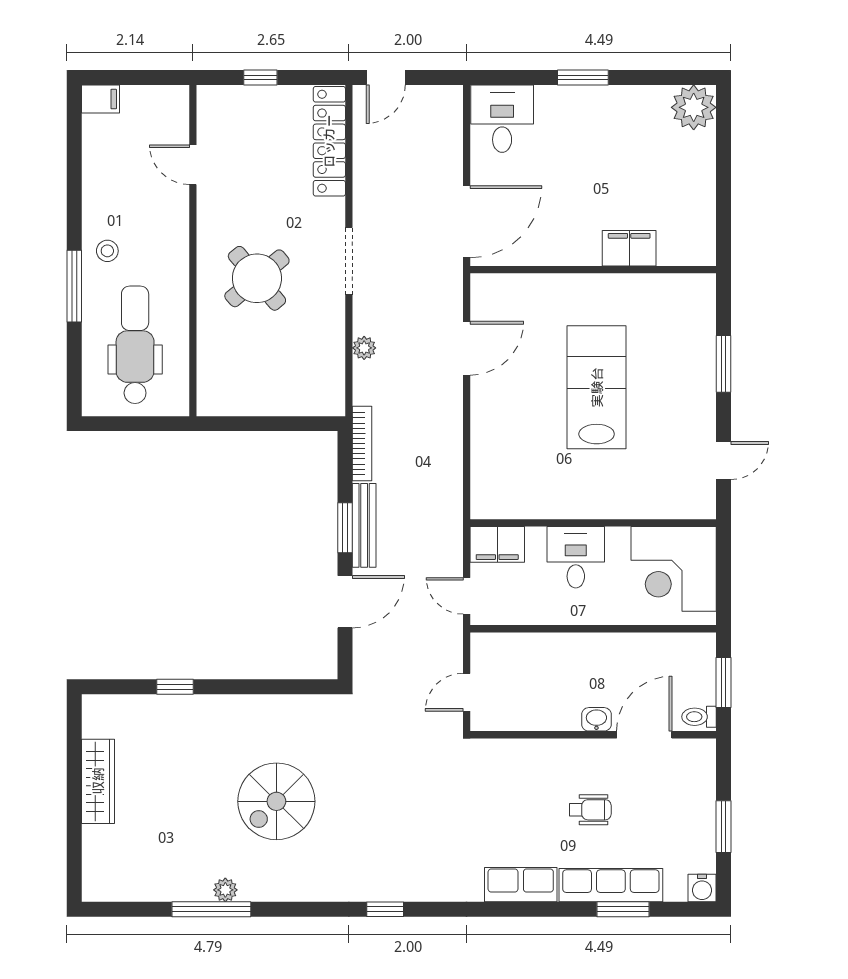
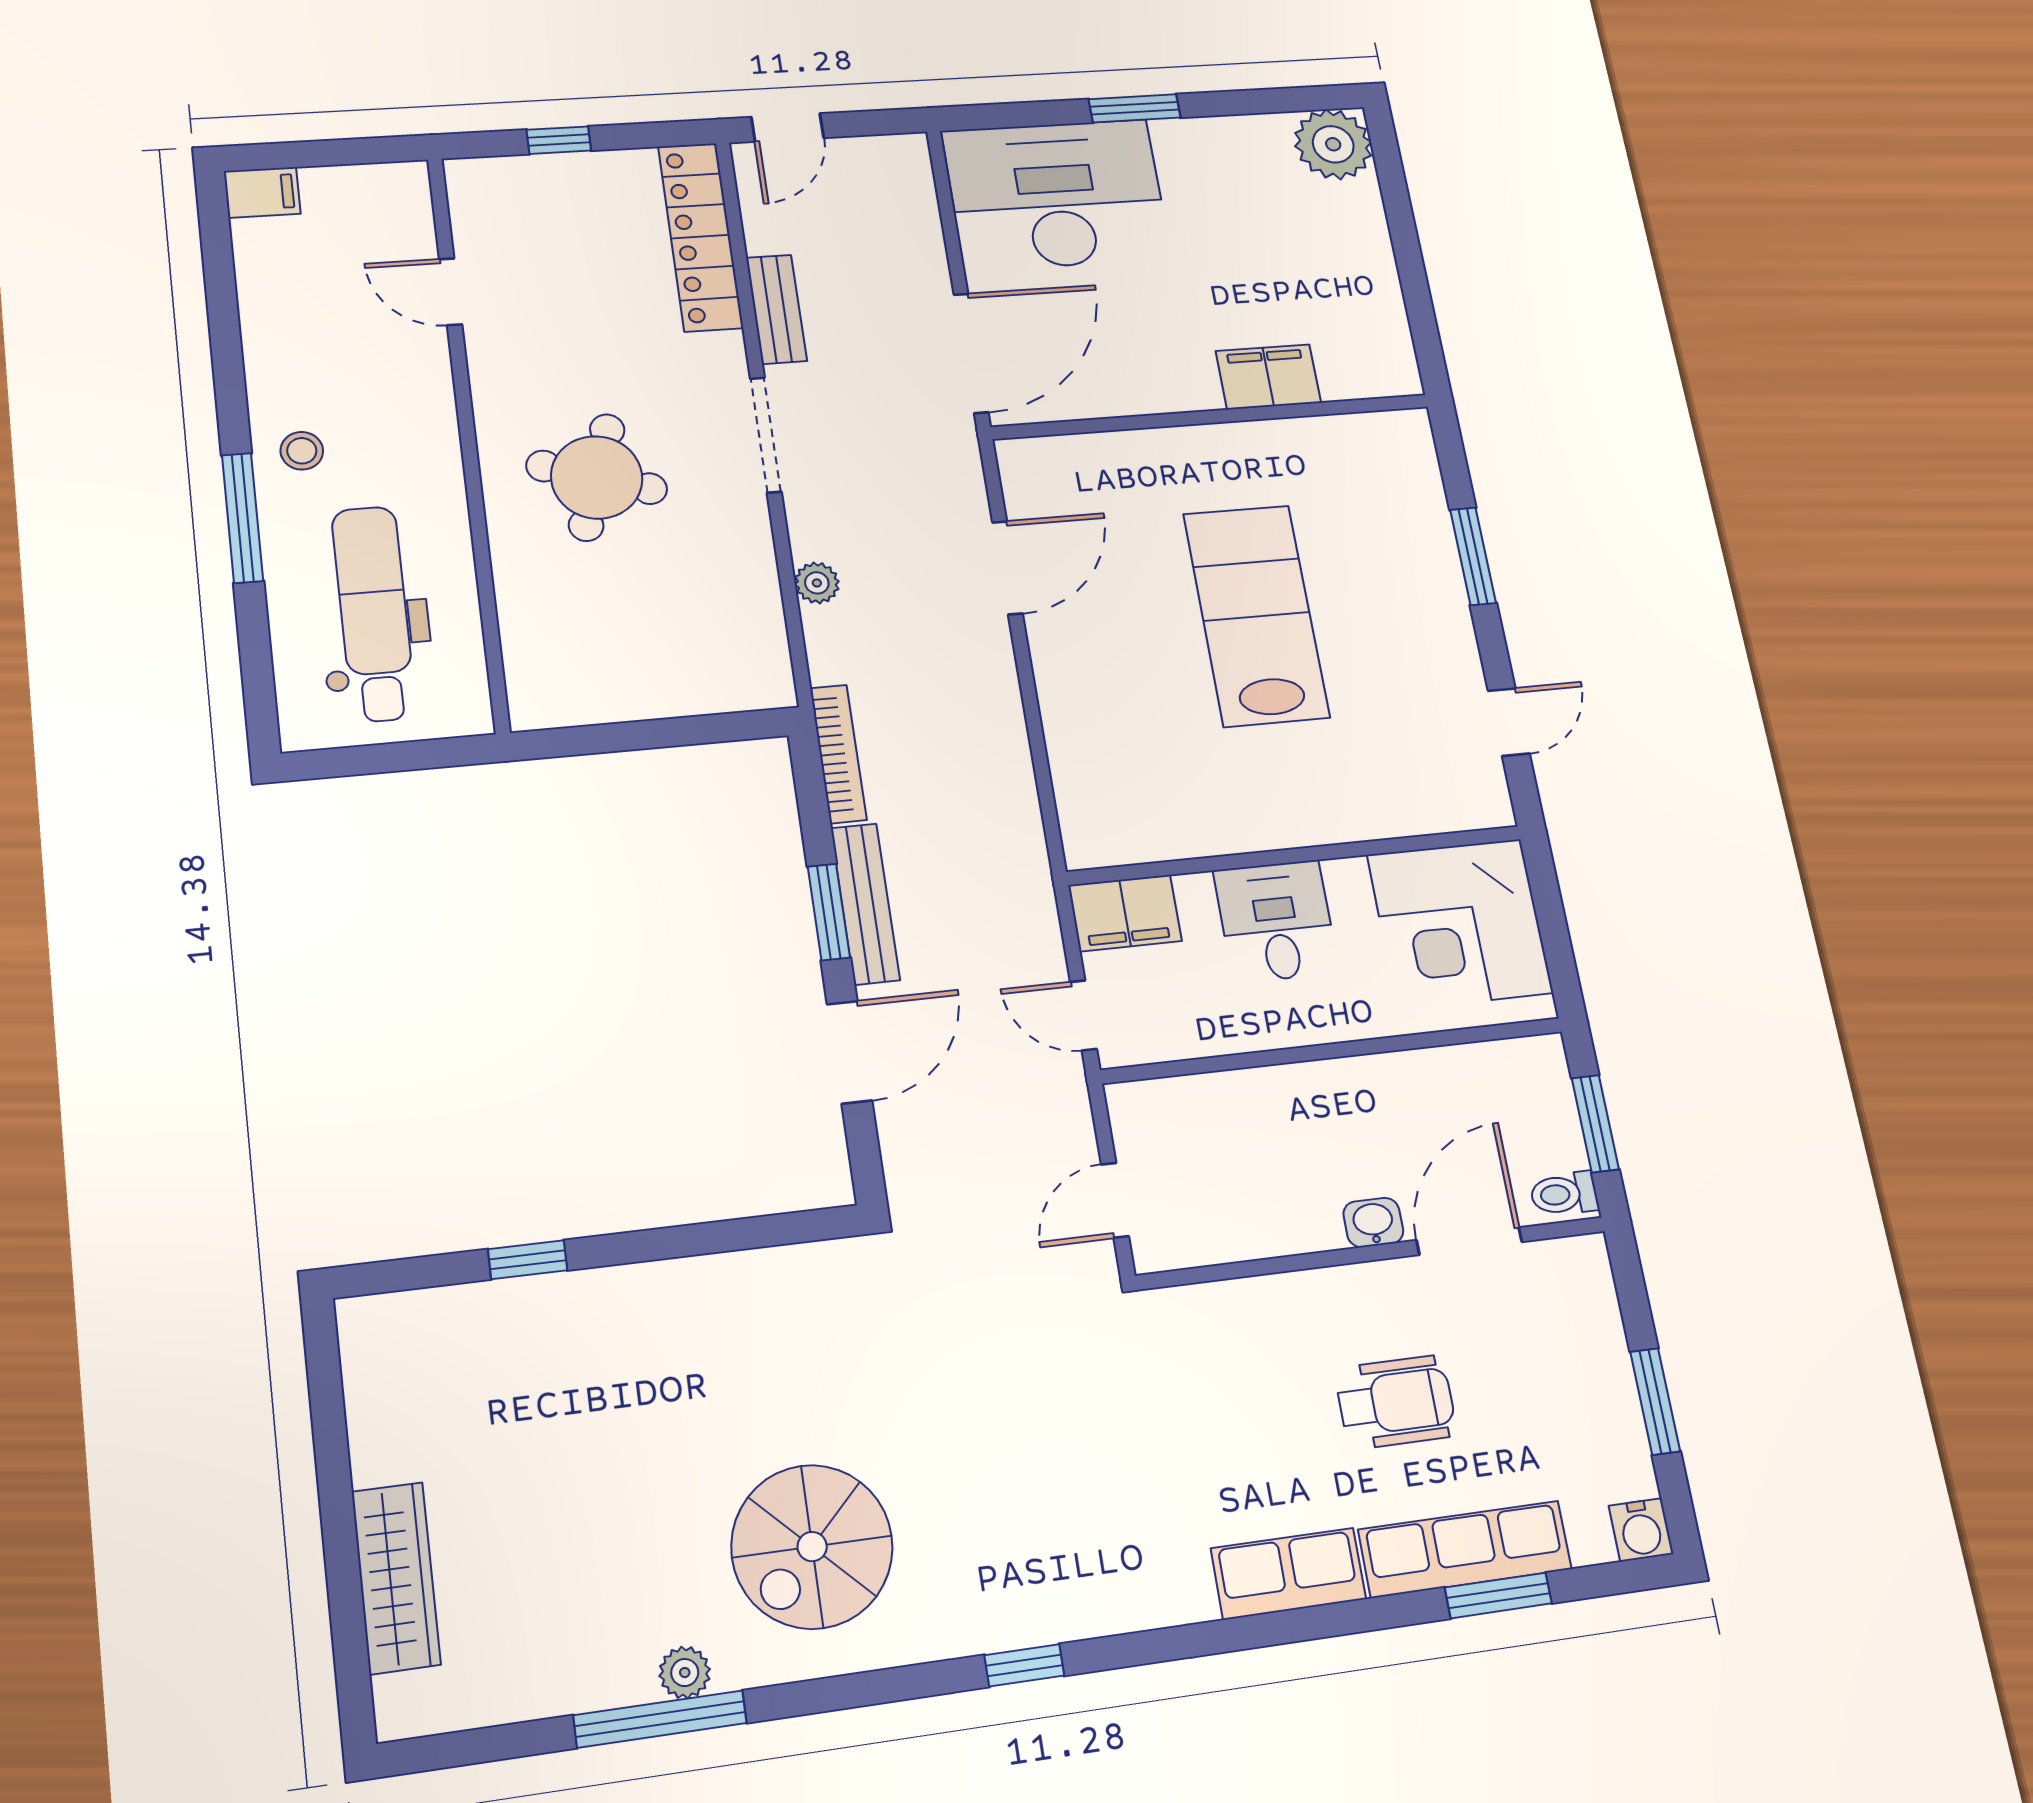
desk: (502, 119) -> (1056, 195), width x1.87, depth x1.30
bench: (365, 188) -> (776, 309), added
round table: (257, 278) -> (597, 477), turned -32
wardrobe: (98, 781) -> (396, 1578), moved
spiral stairs: (276, 801) -> (812, 1547), moved
wheelchair: (590, 810) -> (1396, 1402), width x1.36, depth x1.37

